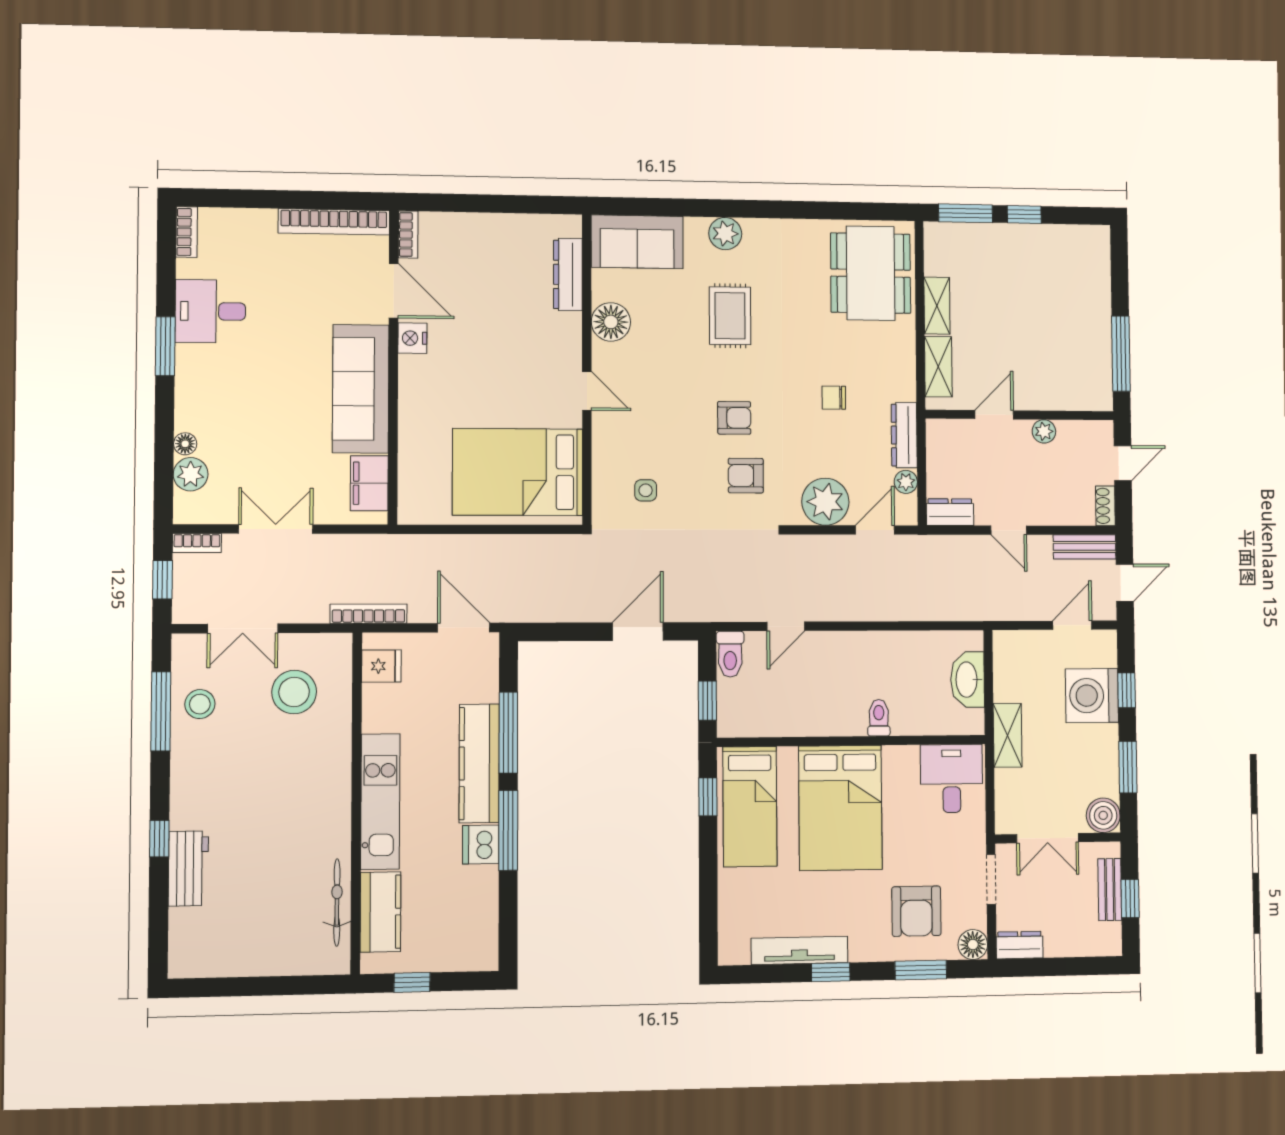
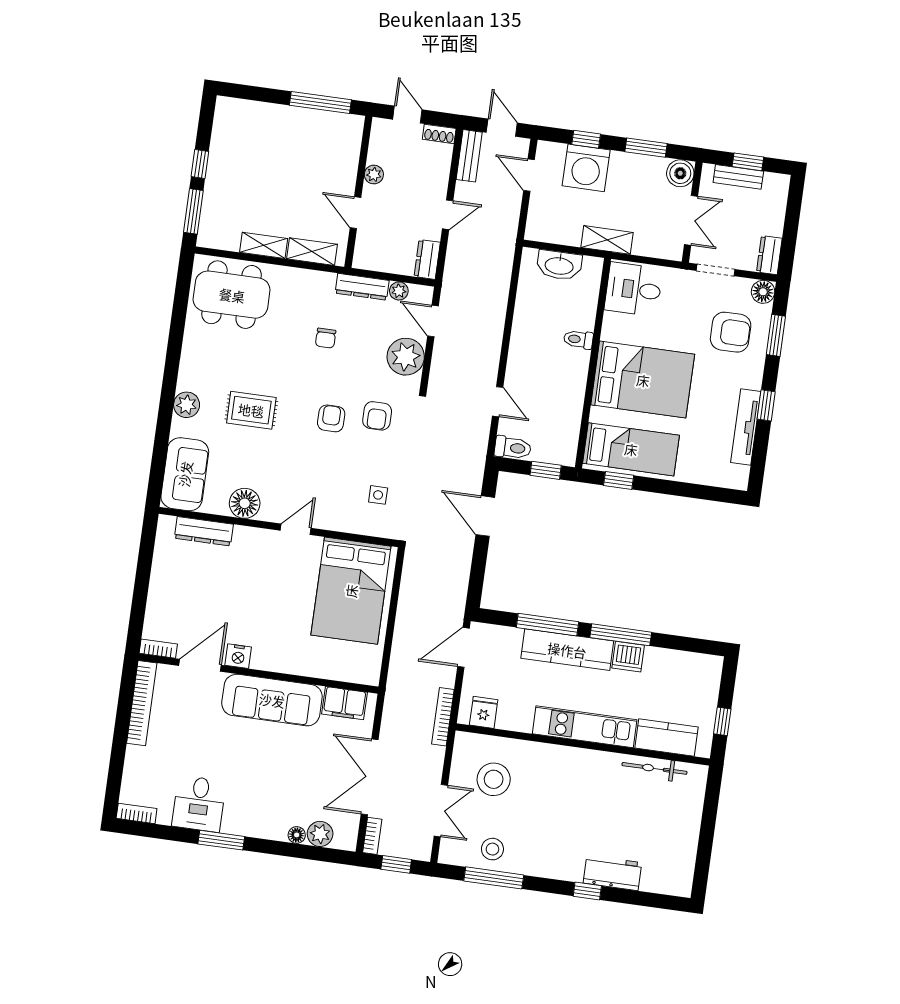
double door: (276, 529) -> (370, 777), width x1.37

